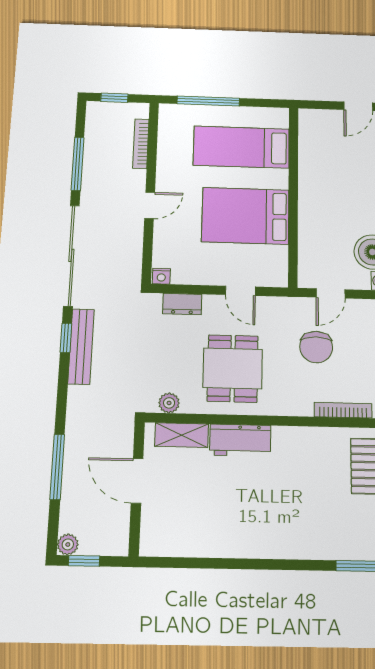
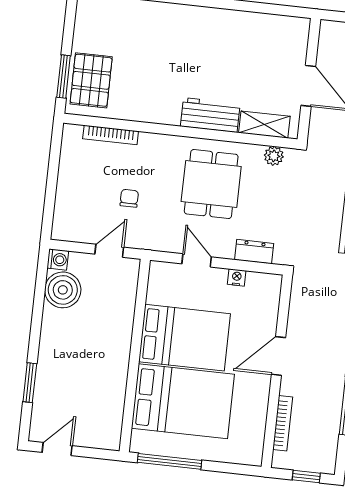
window: (208, 101) -> (170, 461), moved
bed: (241, 147) -> (183, 401), width x1.50
door: (150, 205) -> (278, 356), width x1.37
nightstand: (161, 276) -> (237, 277), moved
chair: (316, 347) -> (129, 198), width x0.54, depth x0.54

